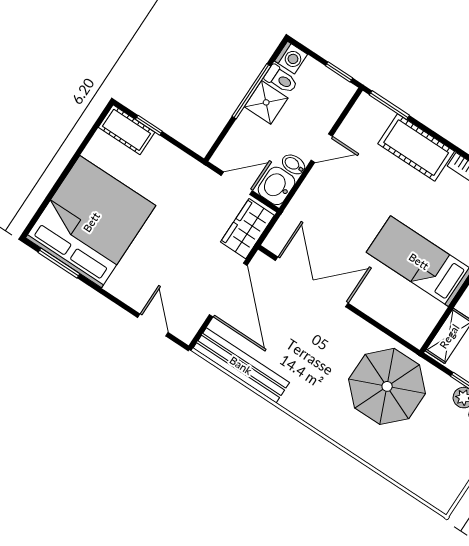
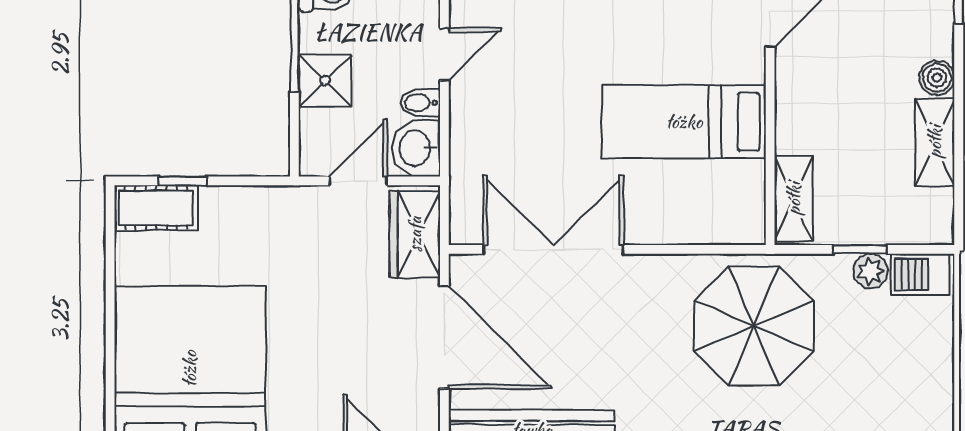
shower: (266, 102) -> (325, 81), moved

